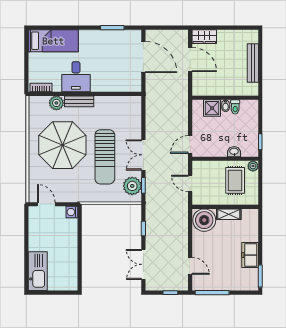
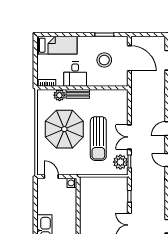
stool: (112, 59) -> (104, 60), added

